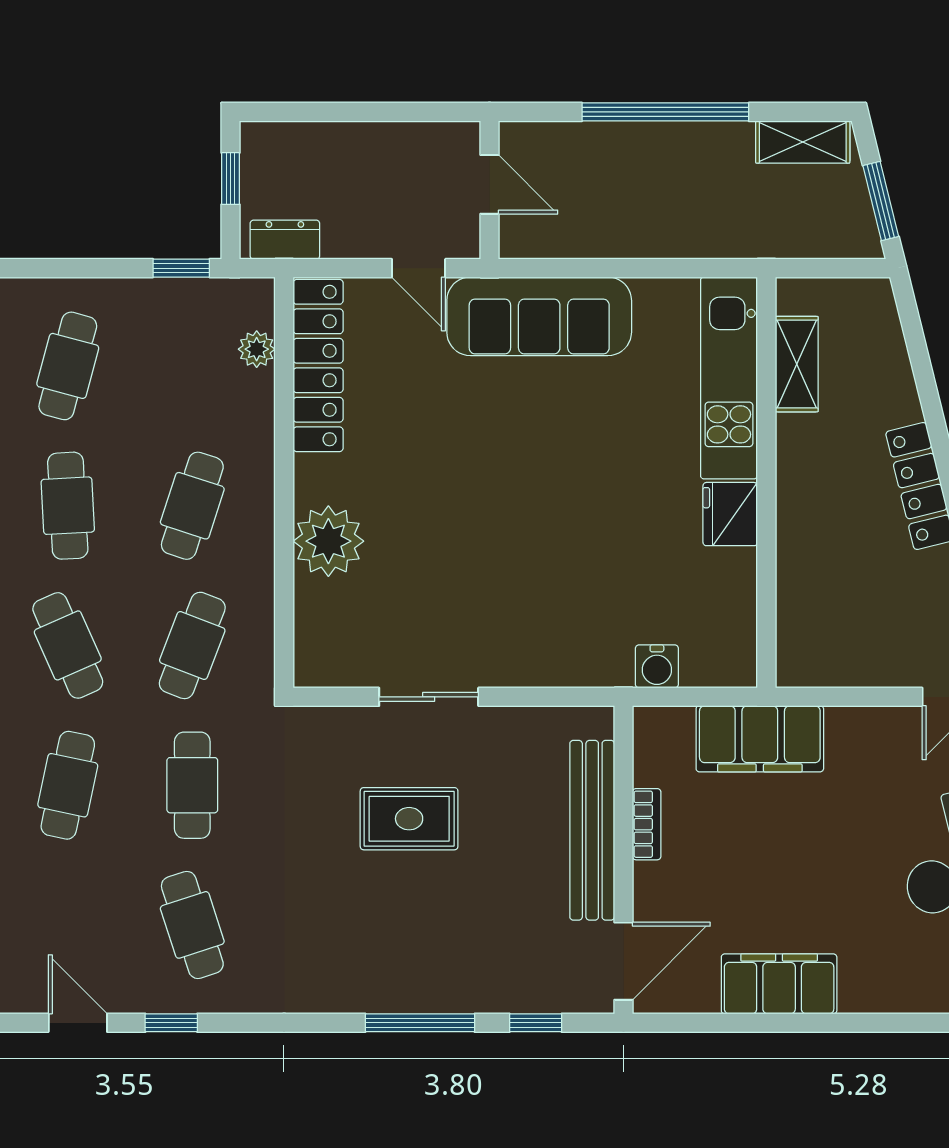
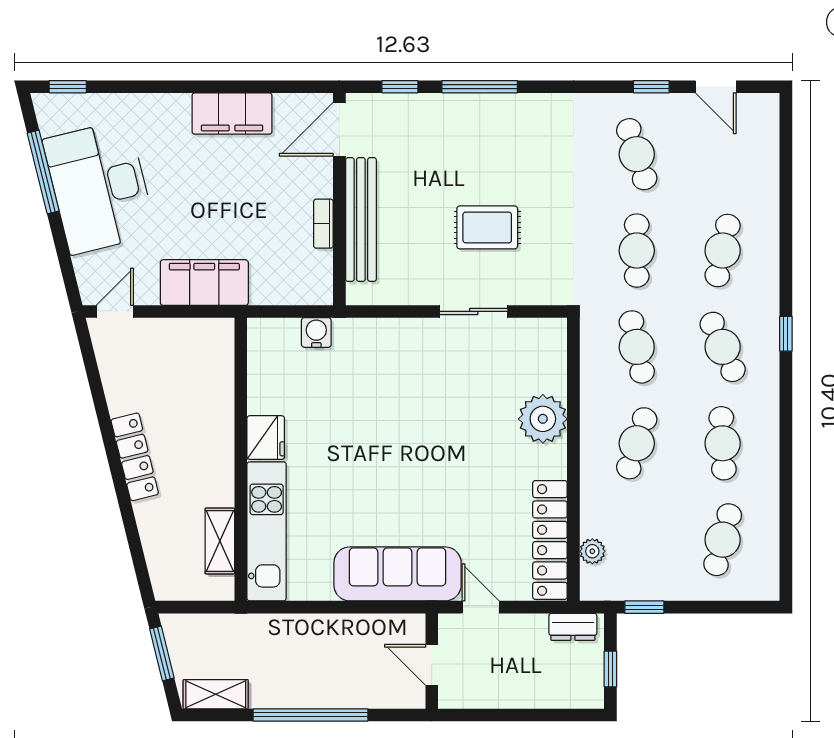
cafe table: (192, 645) -> (637, 347), turned -33
filing cabinet: (760, 739) -> (204, 283), moved

